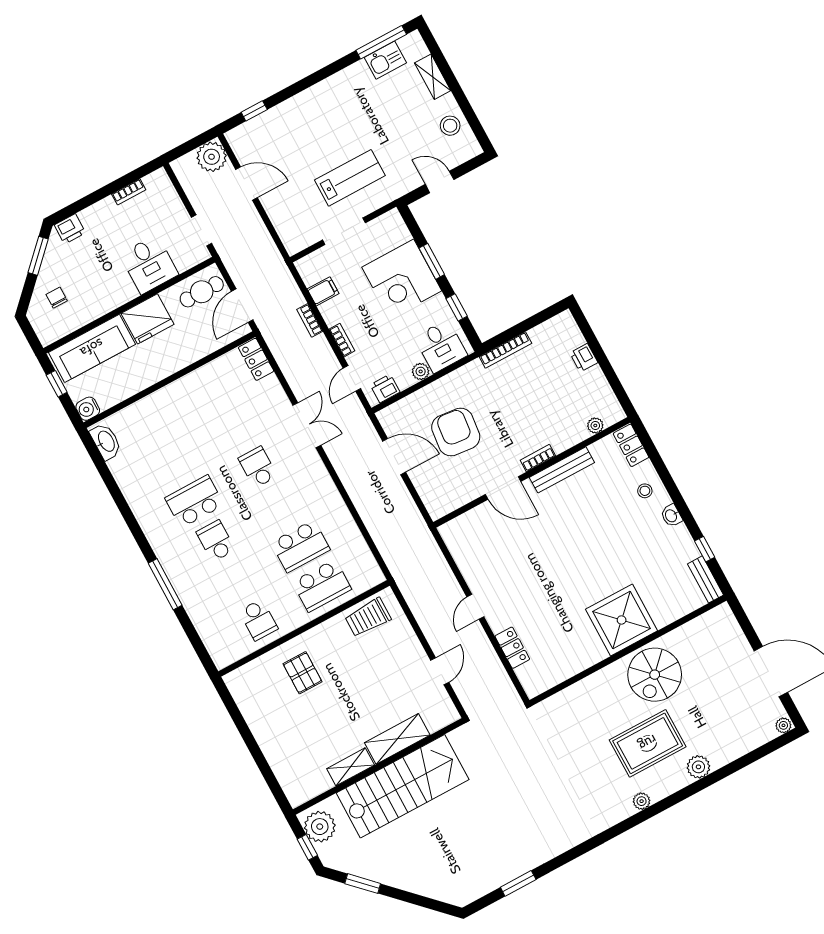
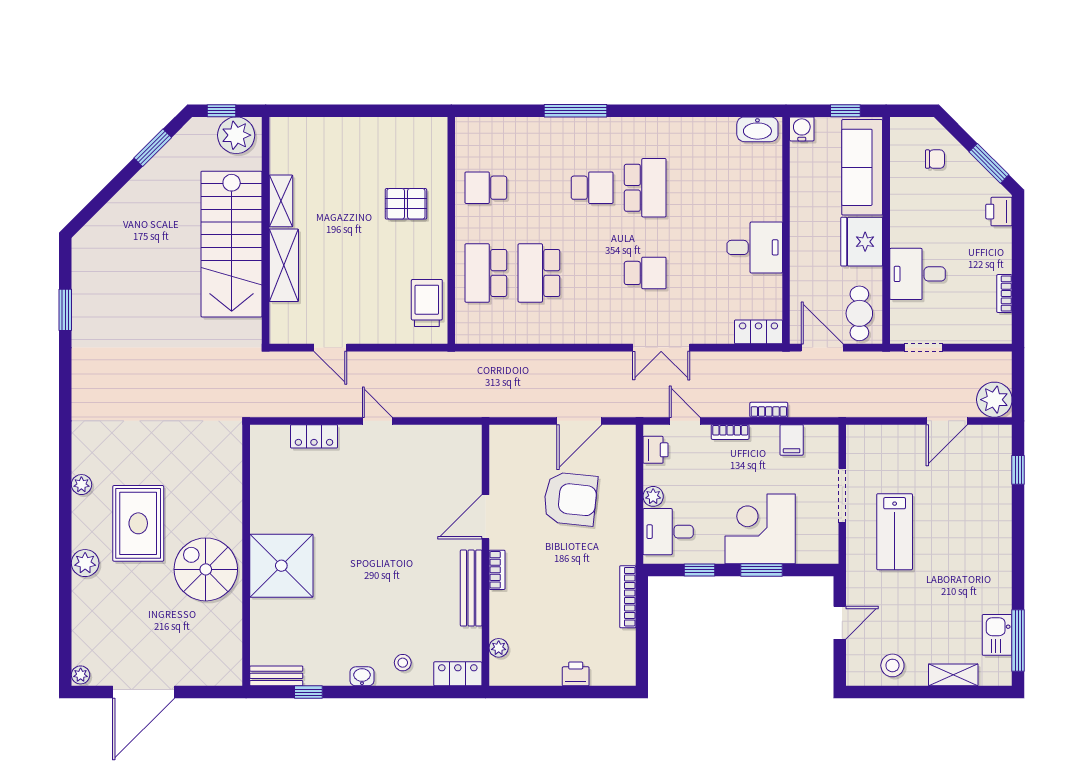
desk: (195, 396) -> (755, 247), added

